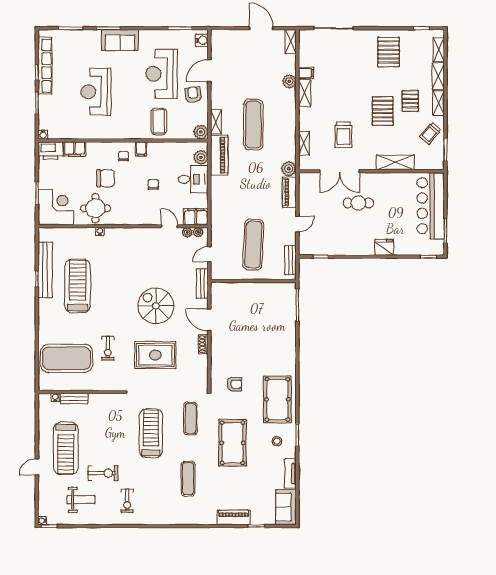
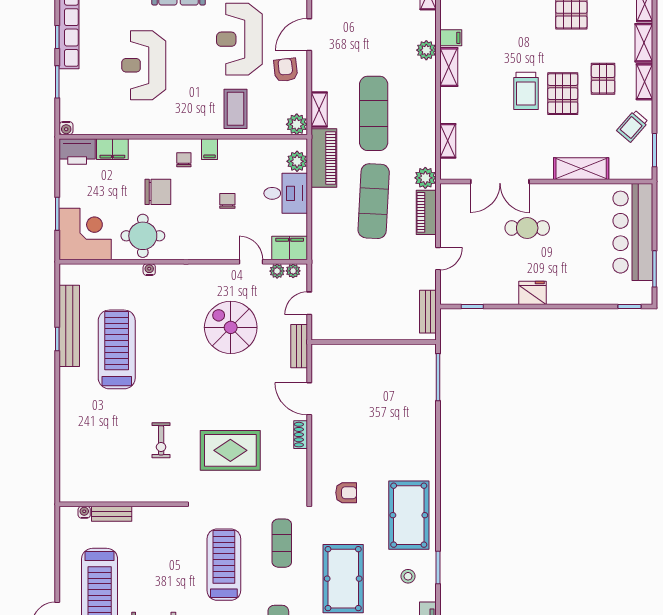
trolley: (343, 135) -> (526, 91), moved
exercise mat: (253, 245) -> (374, 201), moved
fridge: (384, 247) -> (533, 293), moved
spiral stairs: (156, 306) -> (231, 327), moved
exercise mat: (66, 358) -> (101, 455), removed

